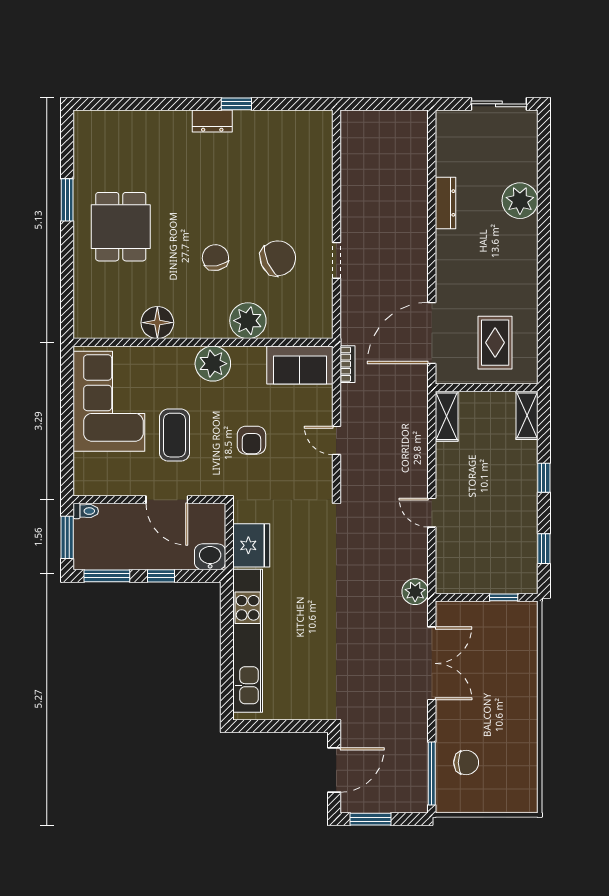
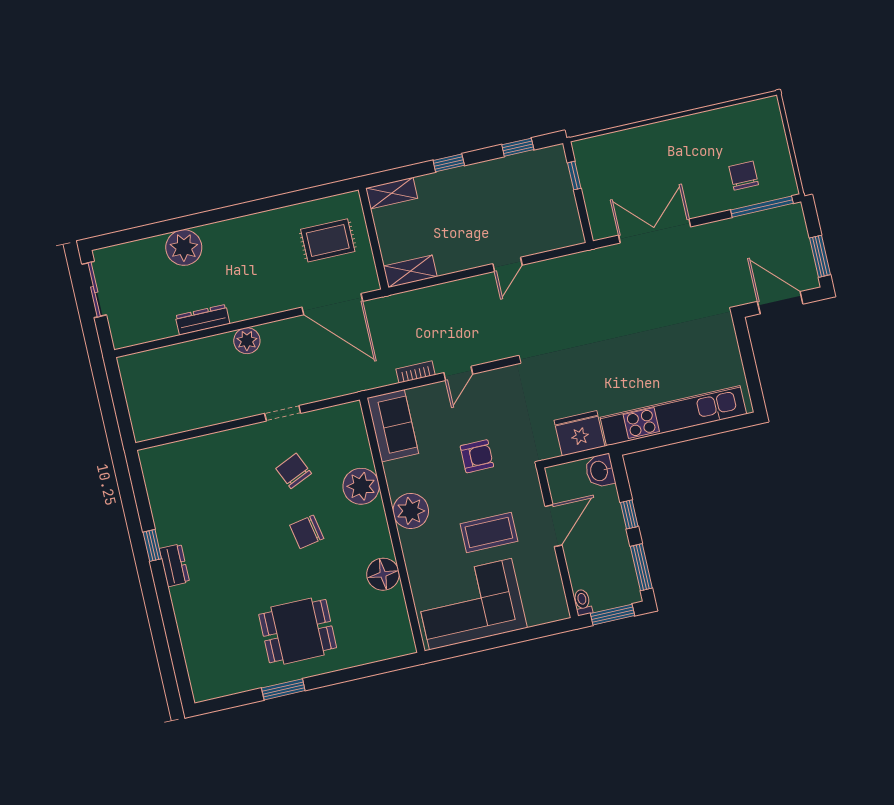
chair: (278, 258) -> (294, 471), width x0.73, depth x0.73
bookcase: (347, 364) -> (416, 372), moved
plant: (415, 592) -> (247, 341), moved

